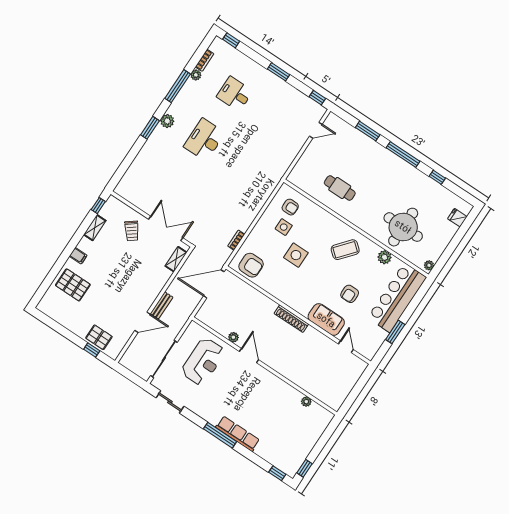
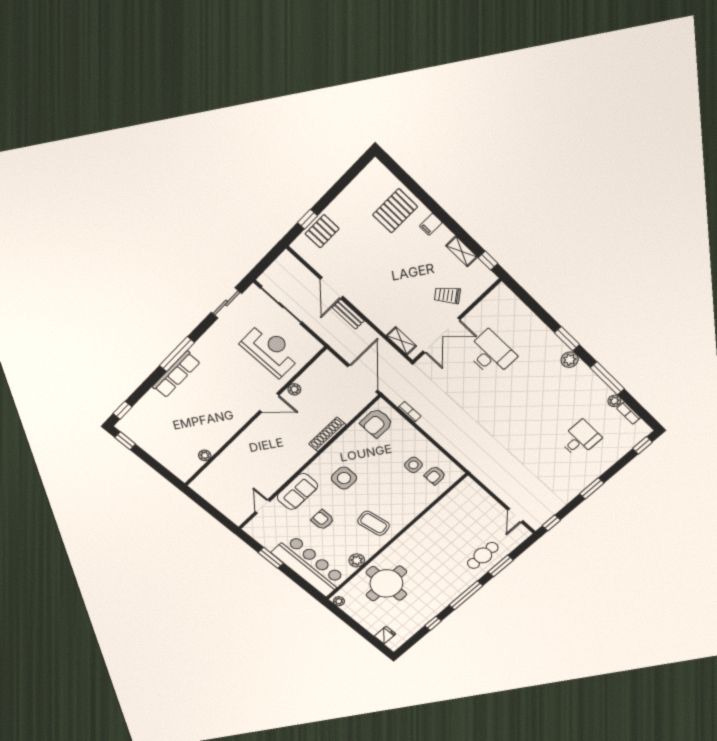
desk: (204, 140) -> (491, 354), moved
cafe table: (340, 188) -> (483, 555), moved
coffee table: (345, 250) -> (374, 523), turned -50
side table: (296, 255) -> (344, 478), moved
shoe rack: (291, 319) -> (327, 434), moved
door: (346, 347) -> (262, 506), swing flipped
reception desk: (203, 362) -> (271, 350), turned 180

